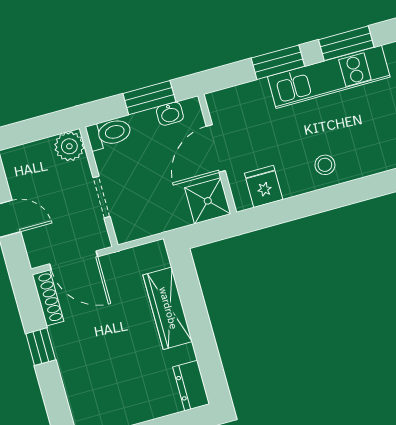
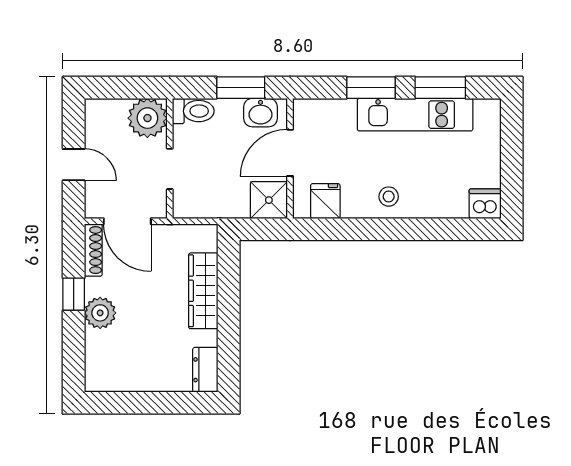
washbasin: (170, 114) -> (261, 113), width x1.38, depth x1.45
plant: (69, 146) -> (147, 118), width x1.36, depth x1.36
plant: (72, 358) -> (100, 313), added

